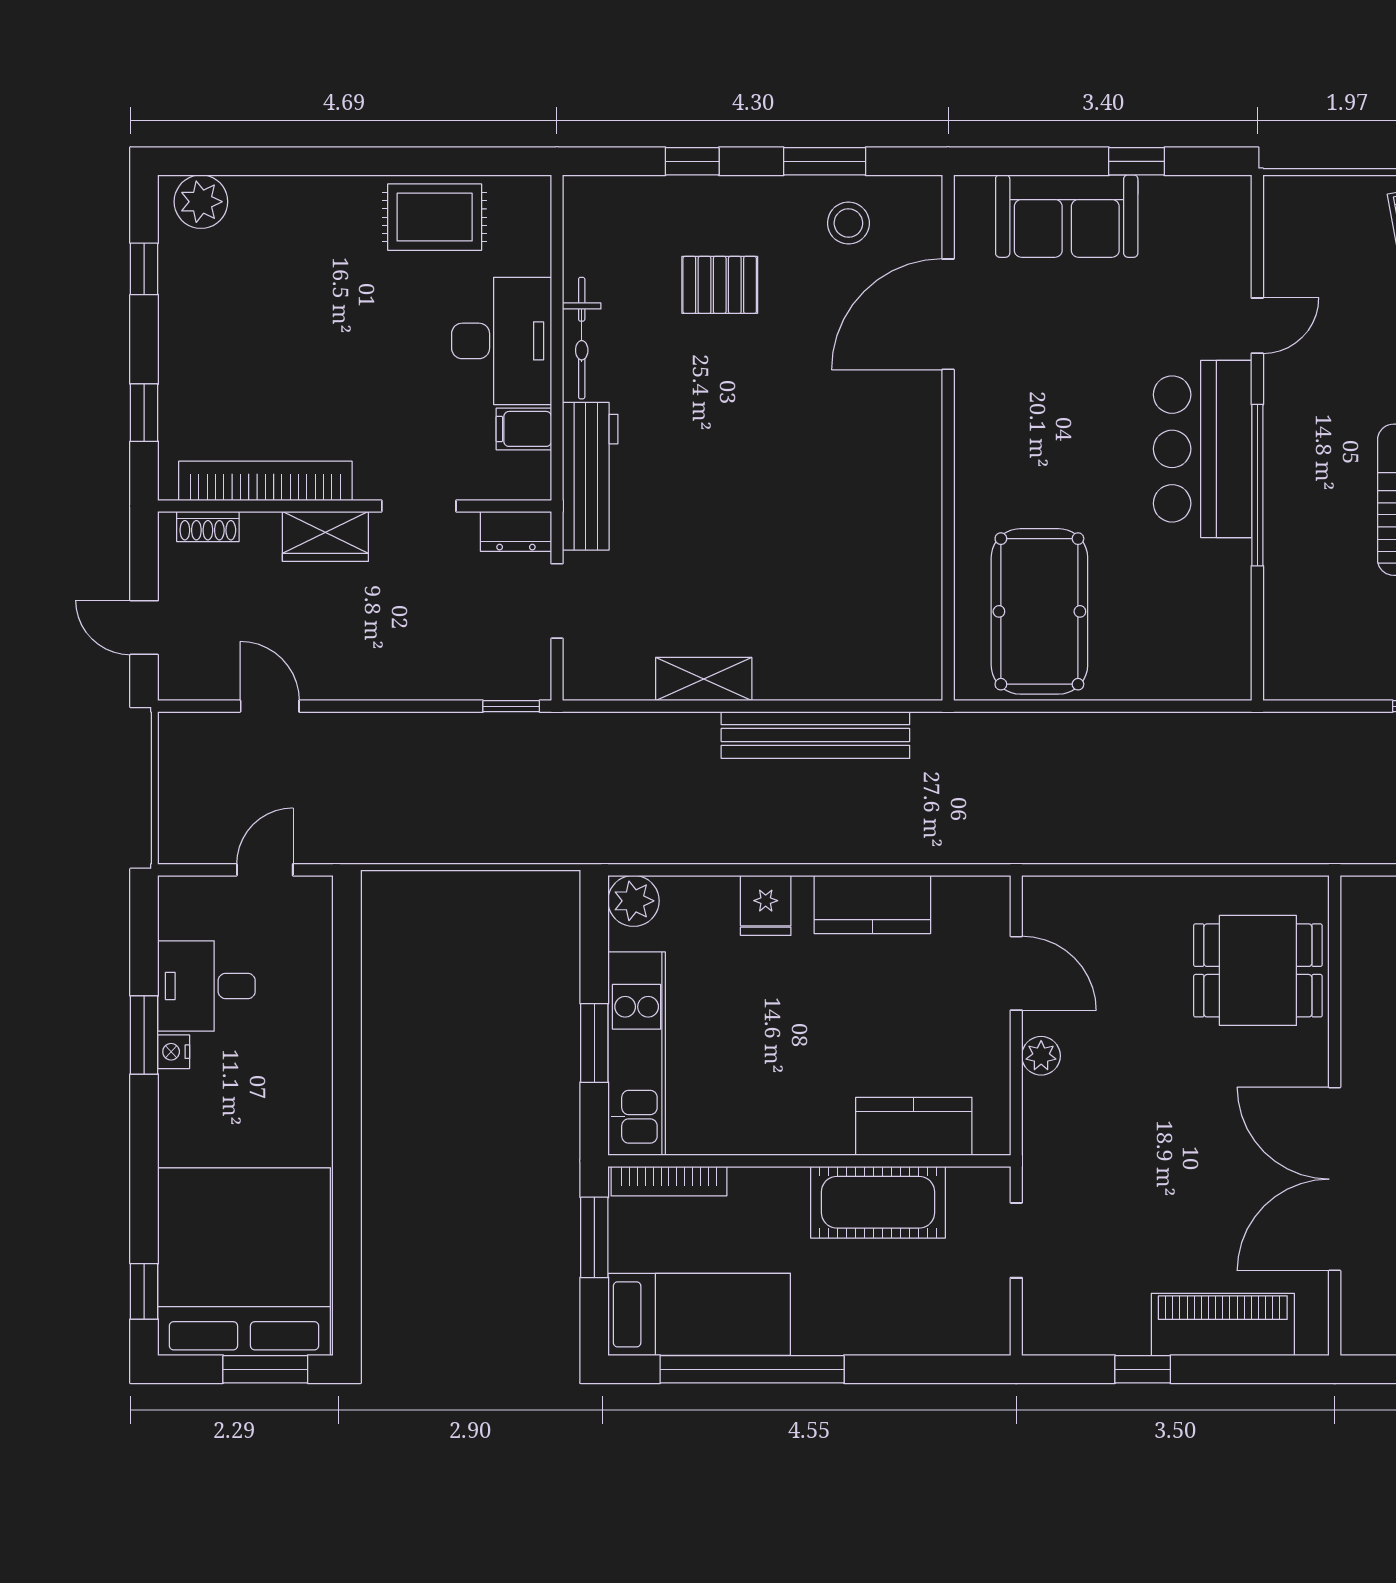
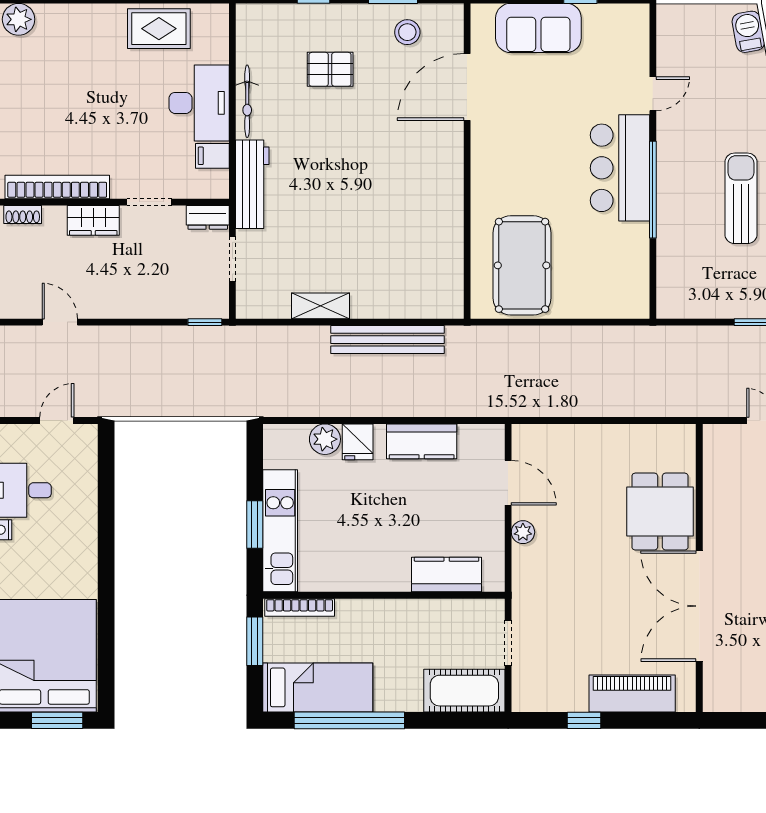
plant: (634, 901) -> (325, 439), moved
dining table: (1258, 970) -> (660, 512), moved, turned 90
cot: (878, 1202) -> (464, 691), moved

